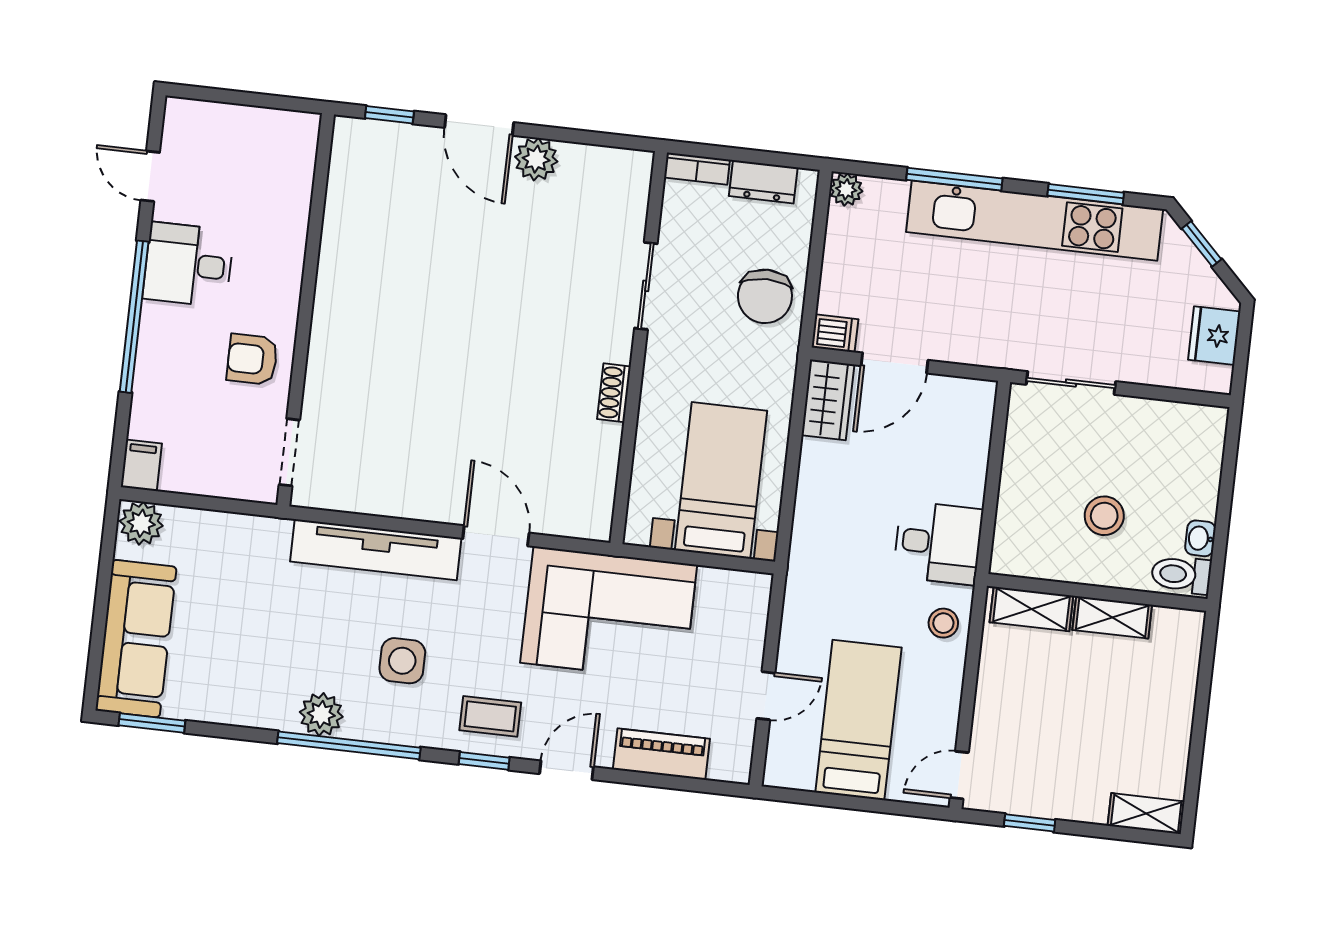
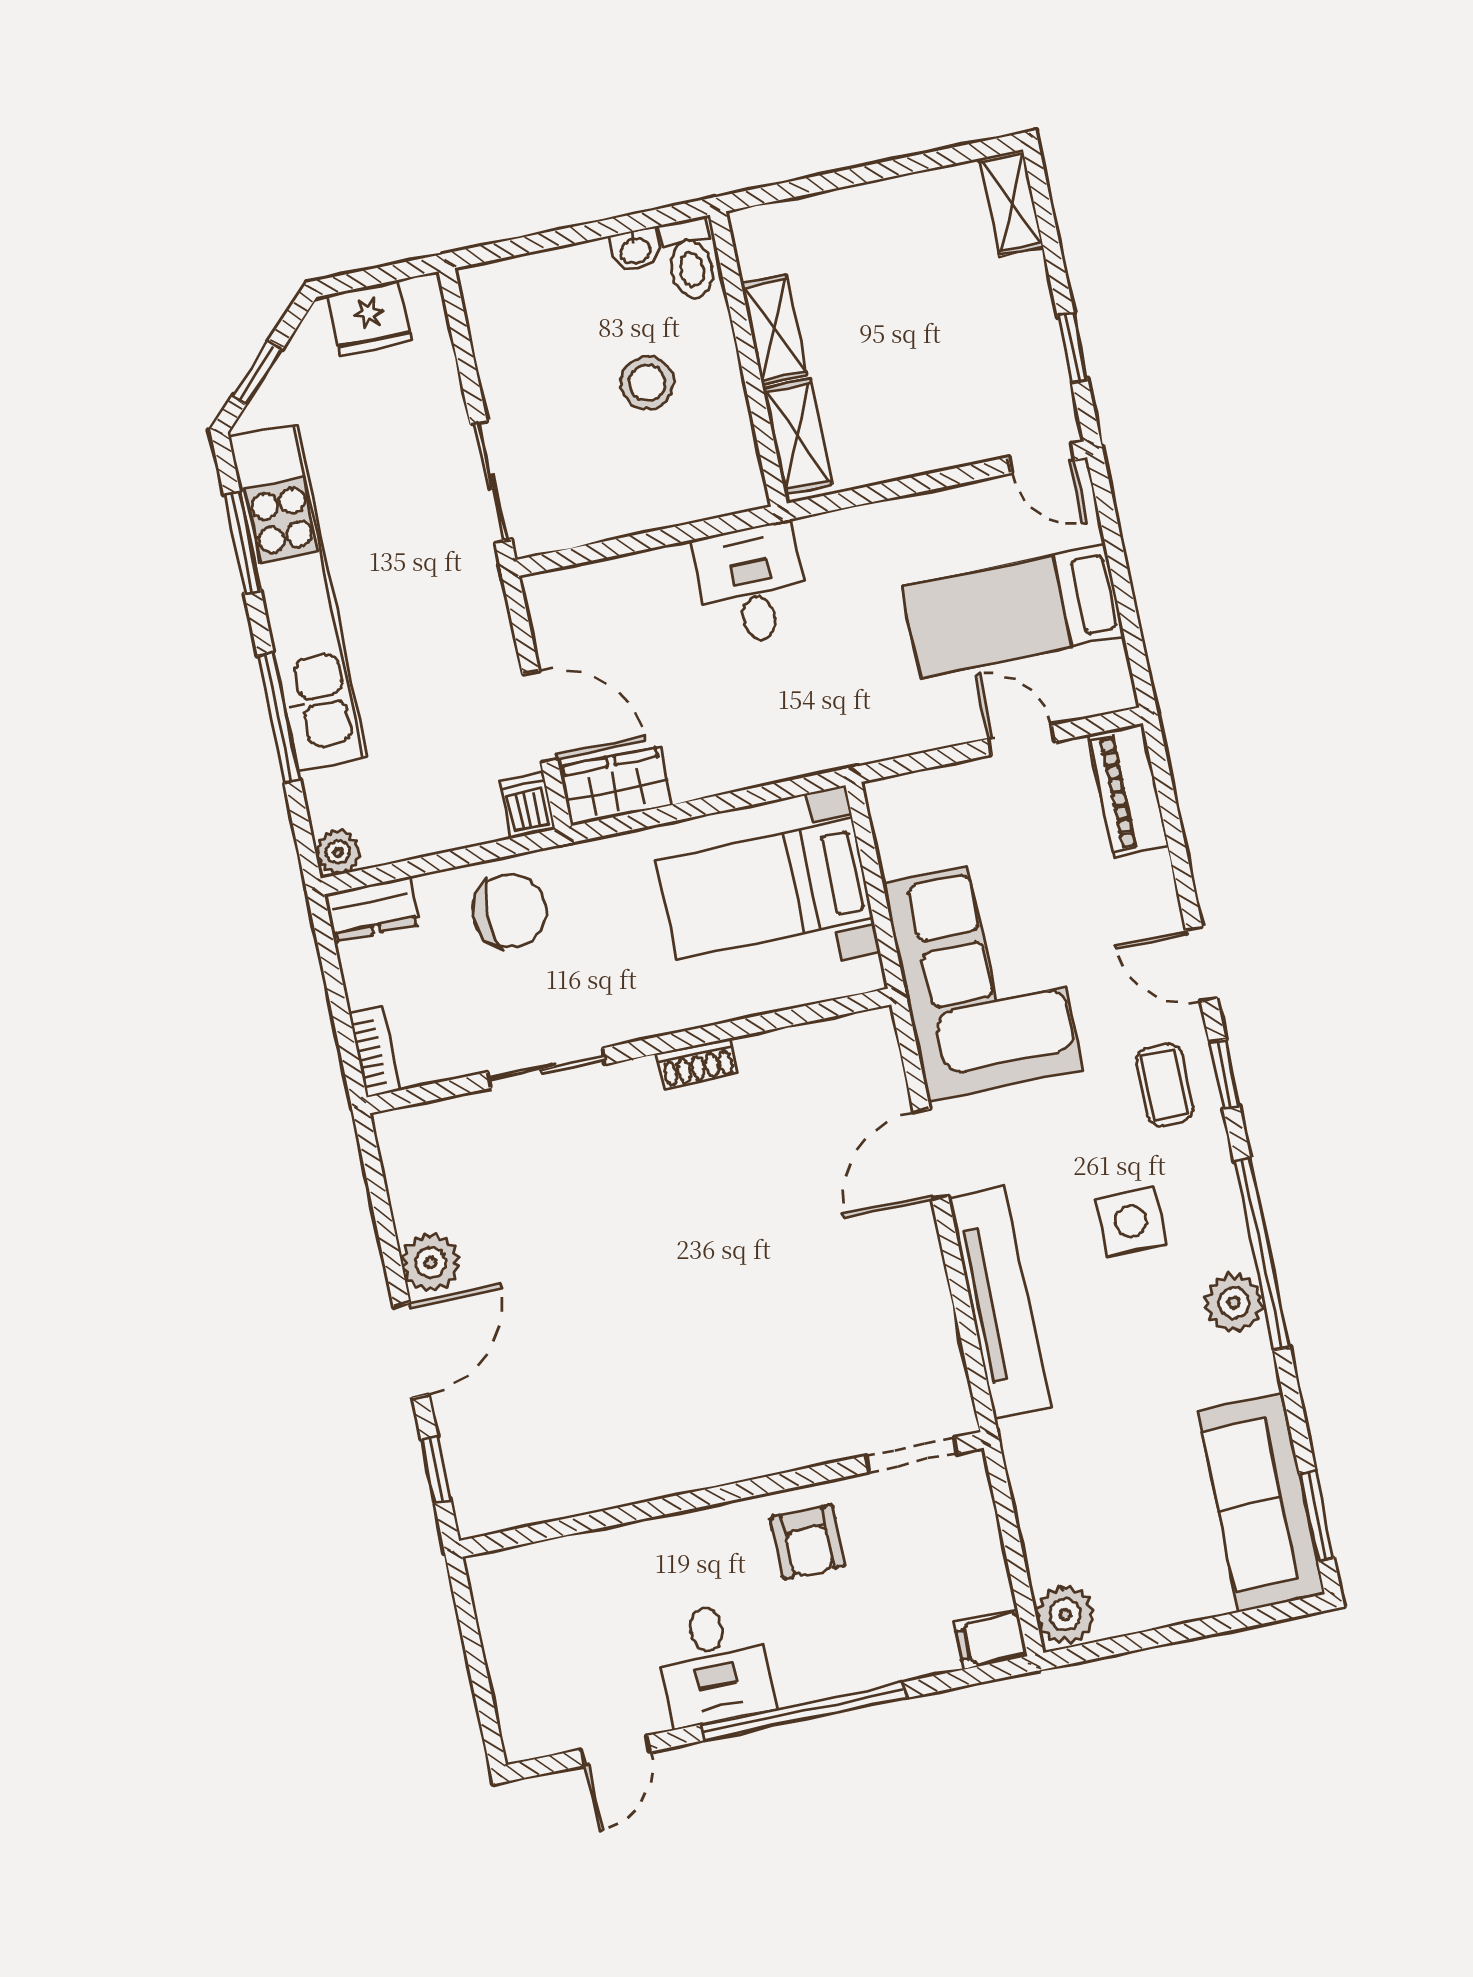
dresser: (763, 182) -> (372, 909), moved, turned 90
stool: (943, 623) -> (853, 543), removed
sofa: (136, 639) -> (1261, 1503), moved, turned -90
piano: (661, 754) -> (1128, 790), moved

